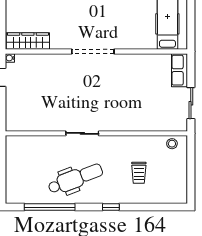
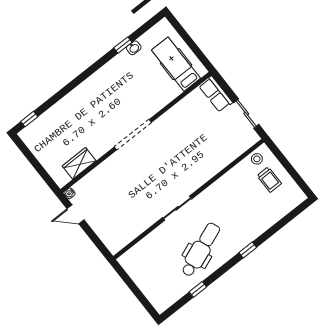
wardrobe: (28, 41) -> (79, 163), width x0.67
trolley: (139, 173) -> (269, 180), moved
window: (50, 207) -> (198, 289), width x0.32

